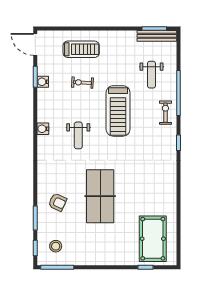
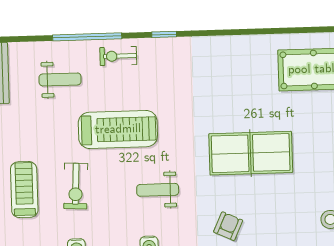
exercise bike: (82, 83) -> (76, 186), width x1.38, depth x1.39
weight bench: (78, 135) -> (158, 190), turned 180
armchair: (58, 202) -> (228, 226), moved

